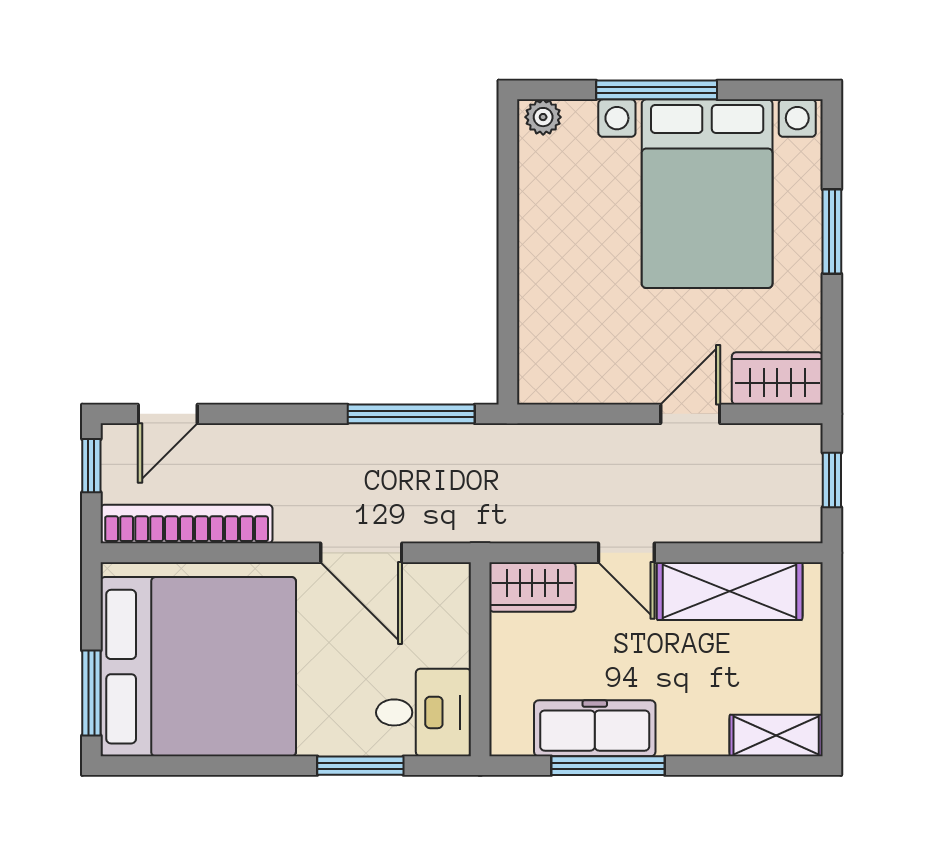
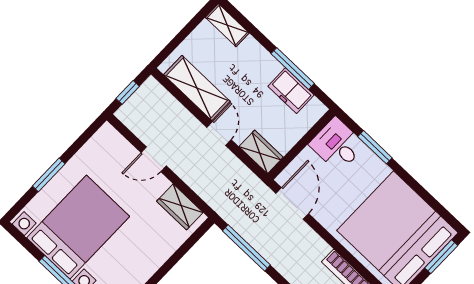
wardrobe: (777, 378) -> (180, 207), moved
door: (361, 553) -> (292, 203), moved
freezer: (595, 728) -> (291, 91), width x0.71

